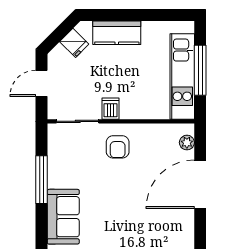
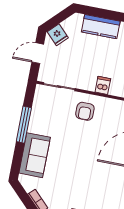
fridge: (74, 43) -> (58, 35), moved
dishwasher: (111, 109) -> (103, 85), moved

